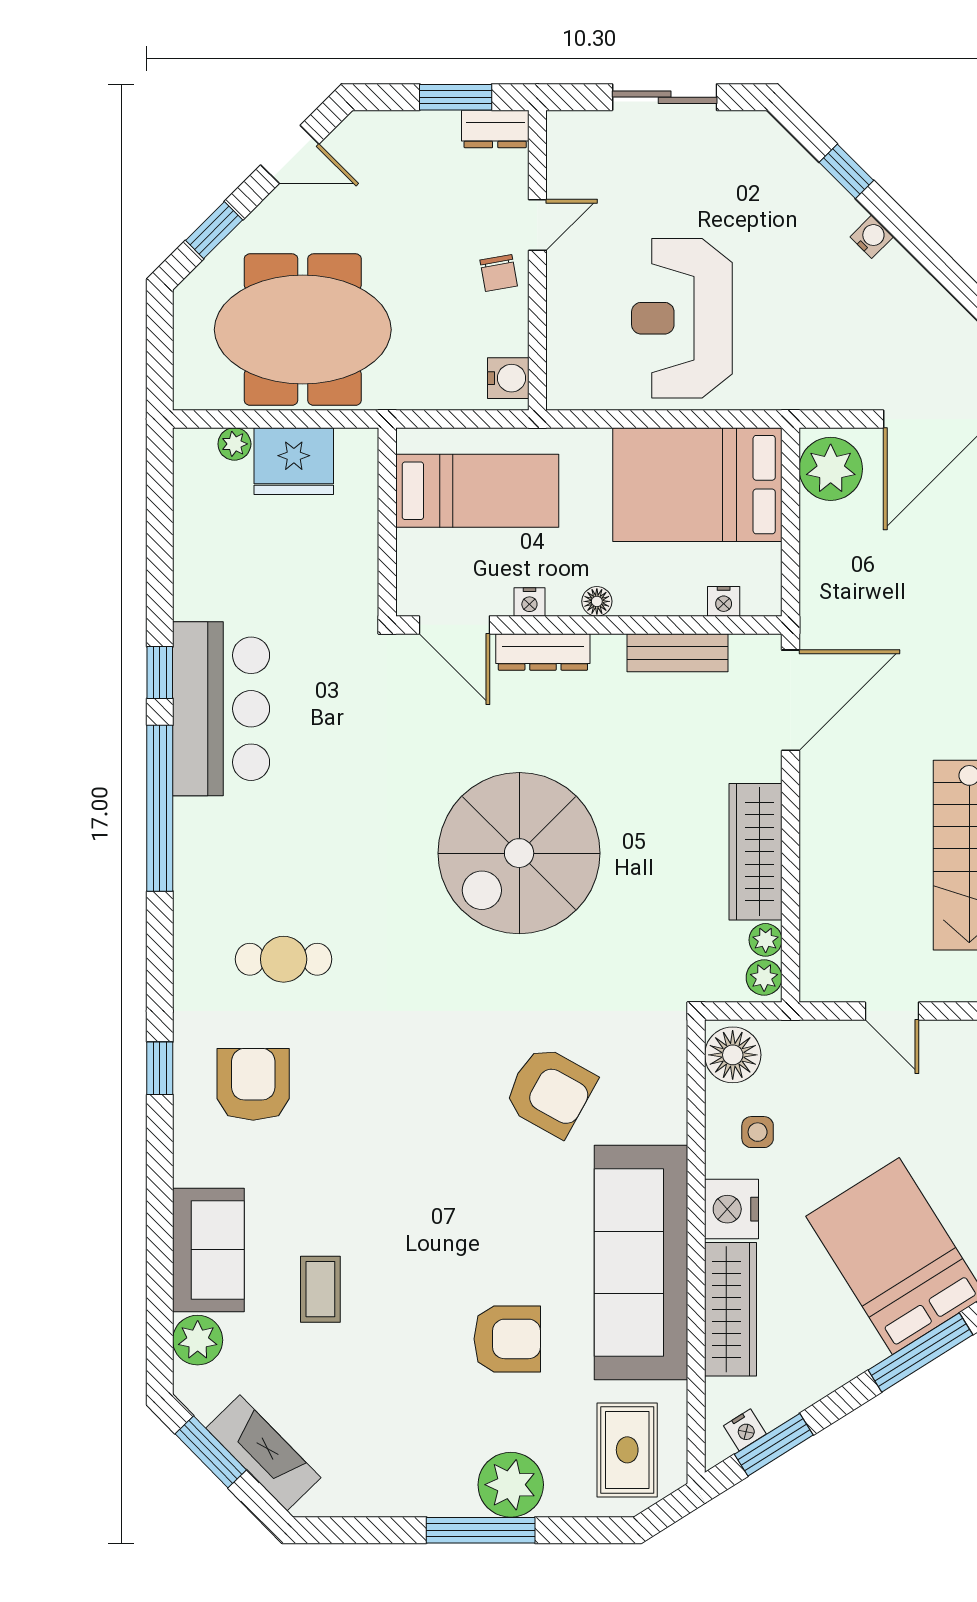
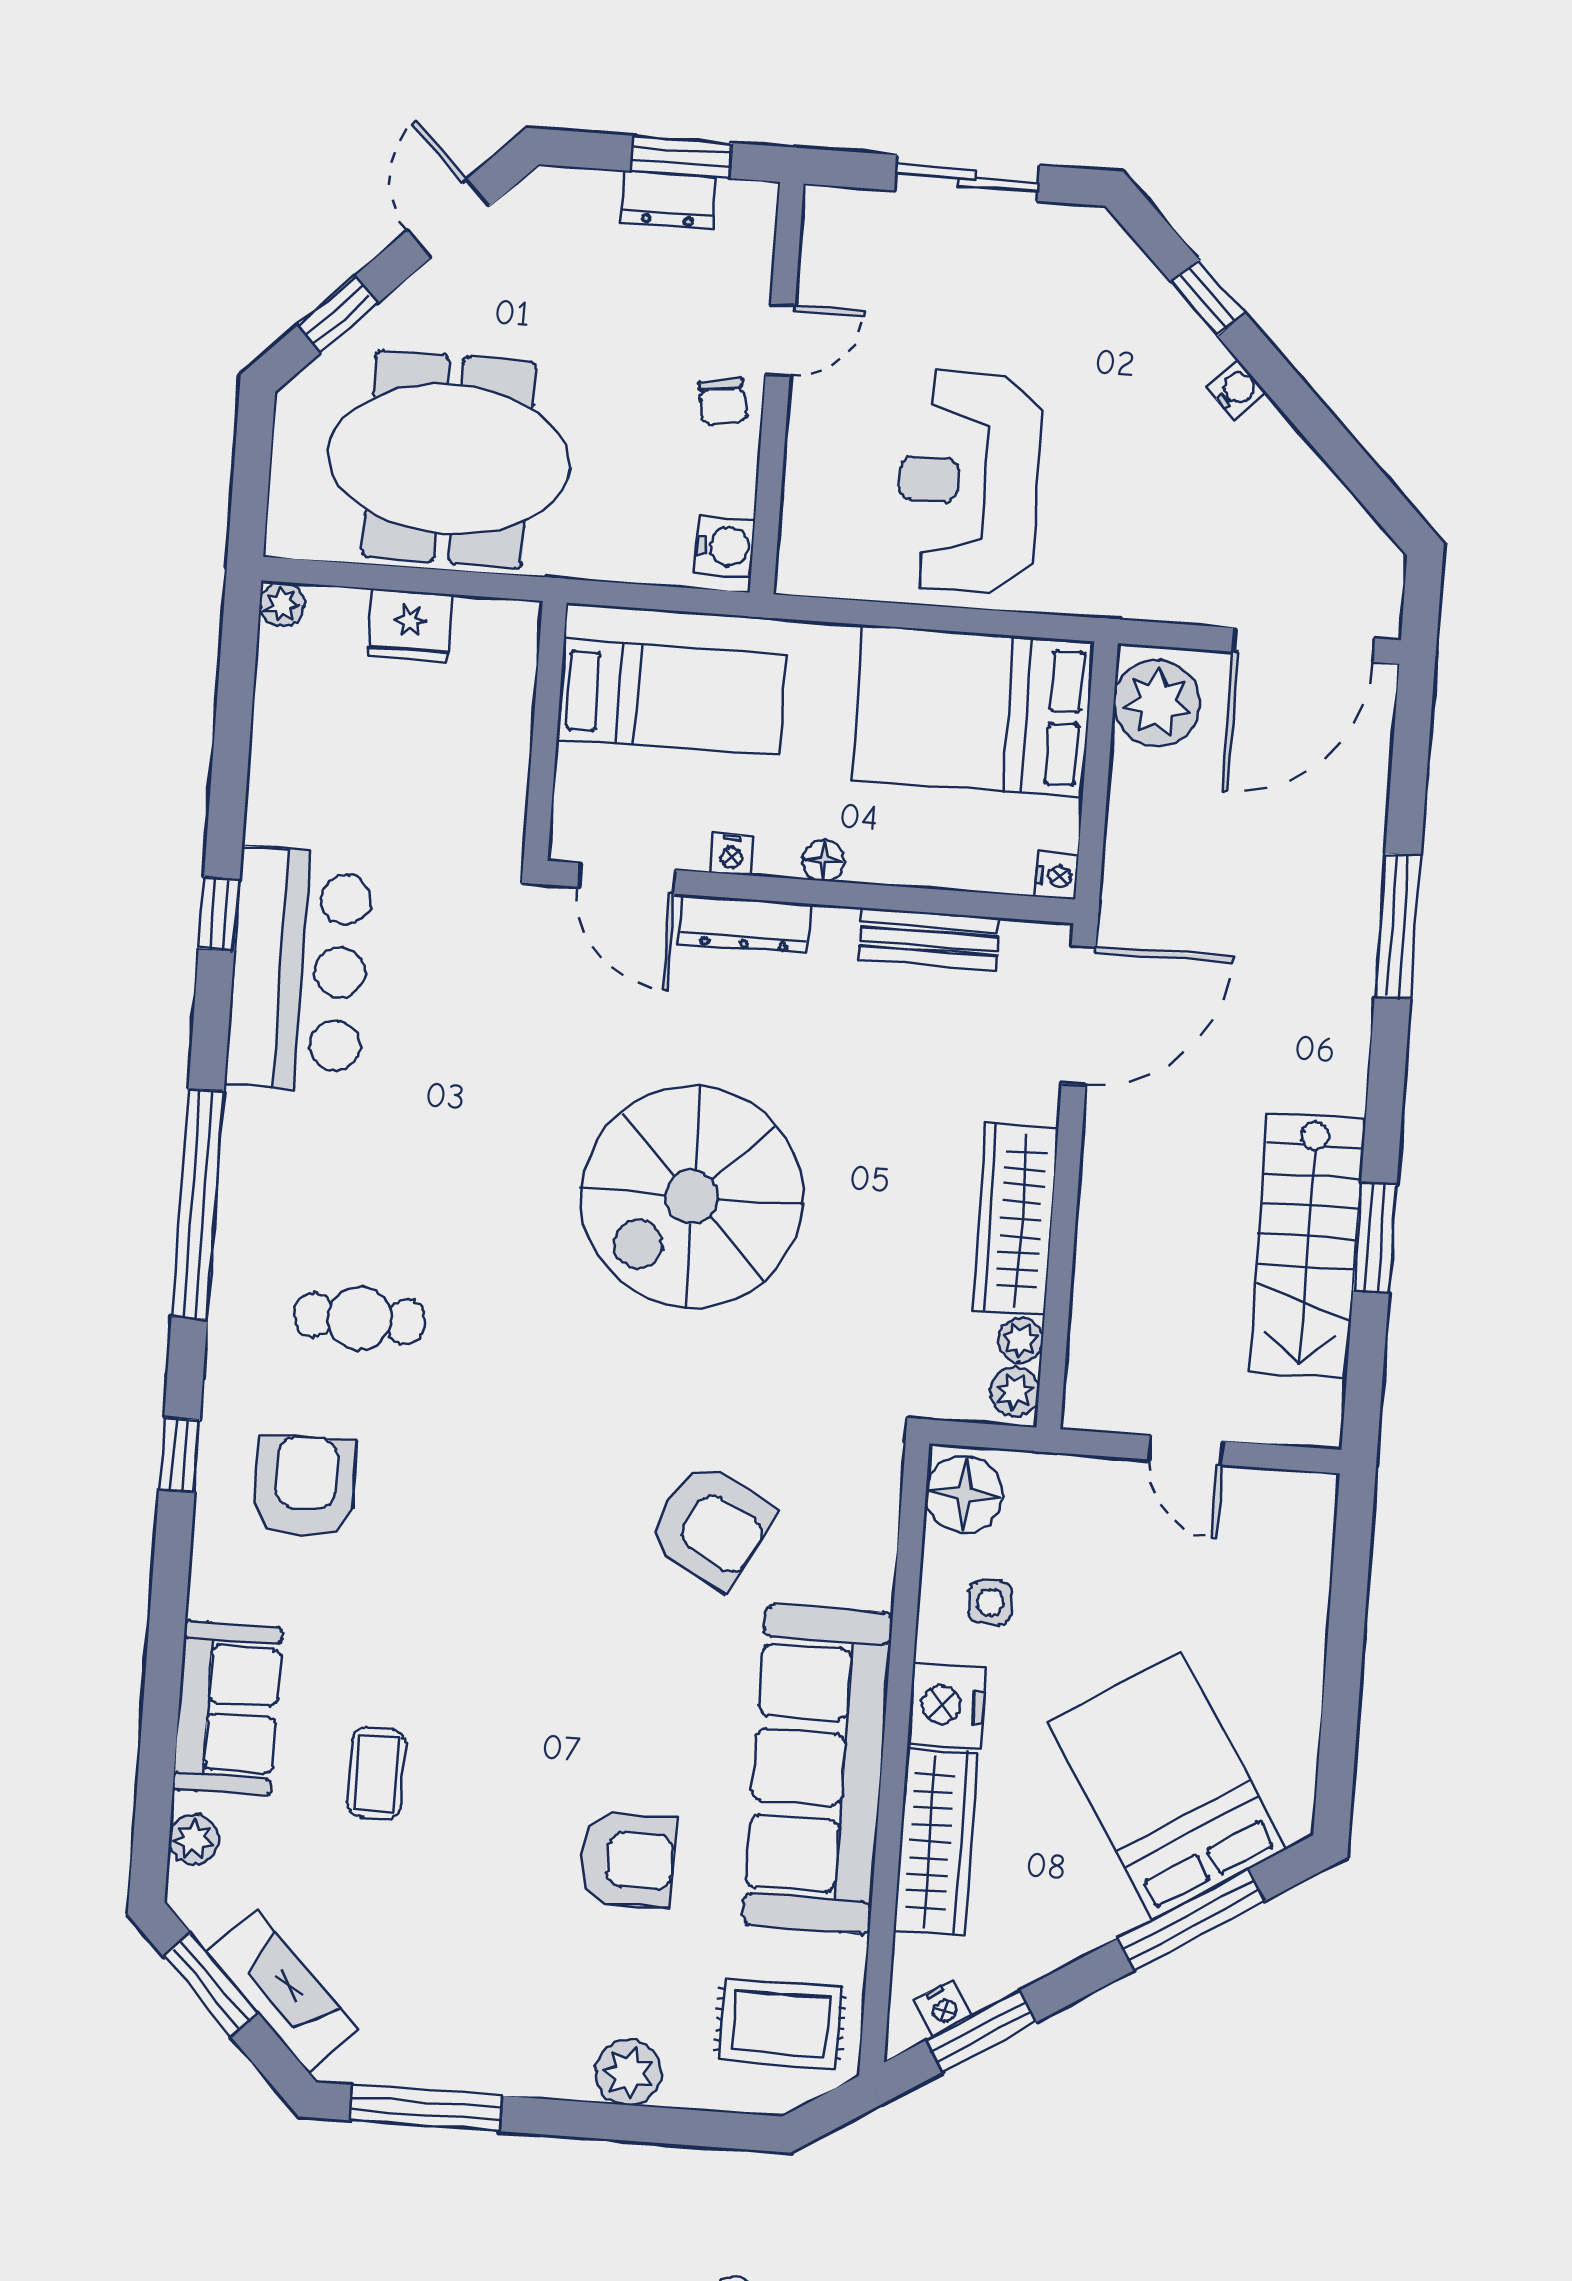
dresser: (495, 129) -> (669, 200), moved
door: (290, 154) -> (449, 219), swing flipped
plant: (234, 444) -> (282, 604), moved
fridge: (294, 461) -> (410, 626), width x0.73, depth x0.75
nightstand: (724, 601) -> (1056, 876), moved, turned -90
window: (160, 808) -> (198, 1204), moved
plant: (198, 1340) -> (194, 1839), width x0.73, depth x0.73
rug: (627, 1450) -> (780, 2024), turned 90
plant: (511, 1485) -> (628, 2072), width x0.73, depth x0.73
window: (481, 1530) -> (426, 2108), moved

